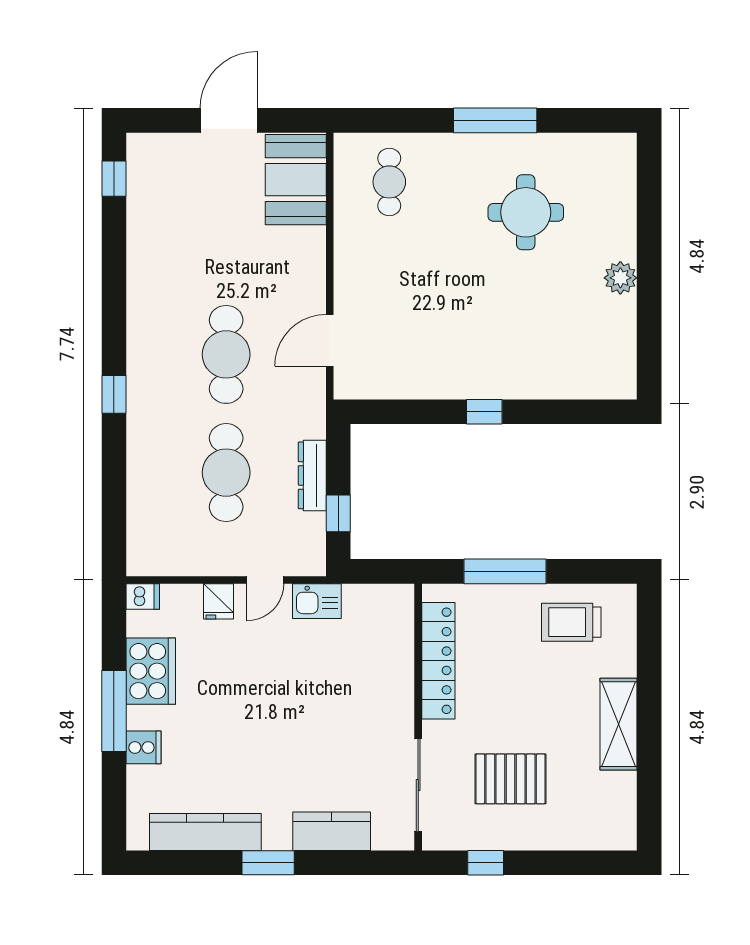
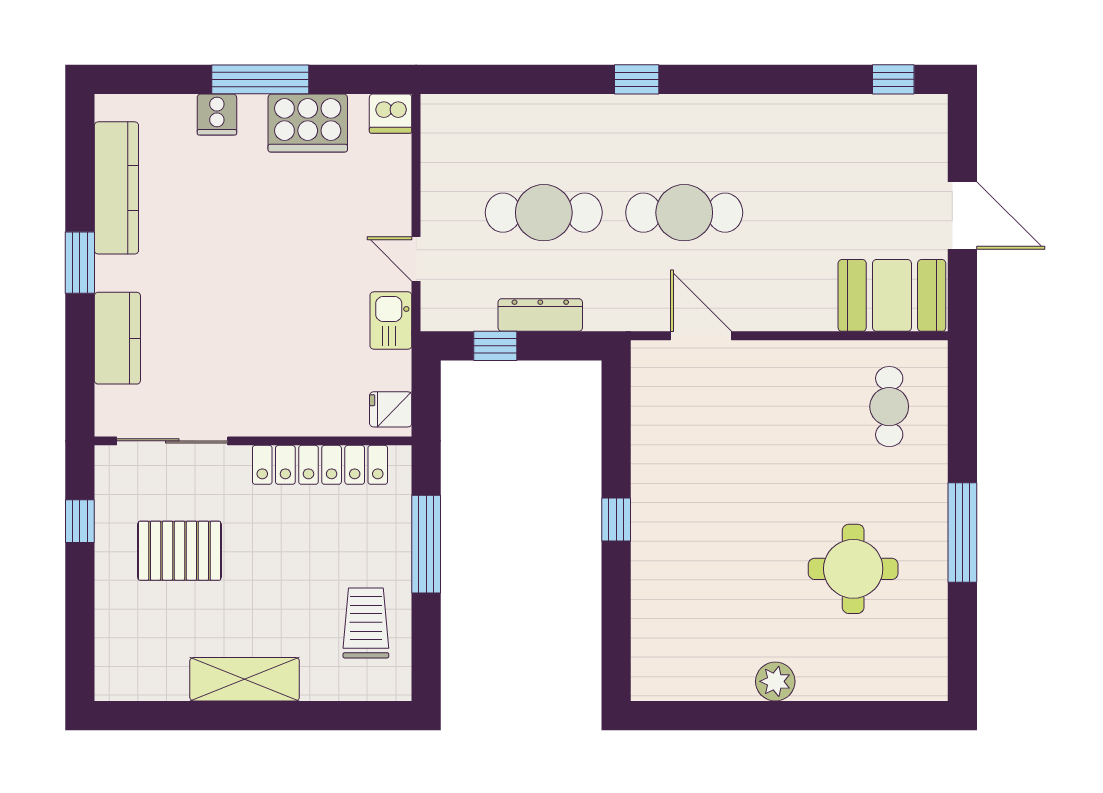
cafe table: (389, 182) -> (889, 407), turned 90
dishwasher: (143, 597) -> (391, 114), width x1.38
fridge: (219, 601) -> (391, 409), moved
pallet: (510, 779) -> (179, 551), turned 90

